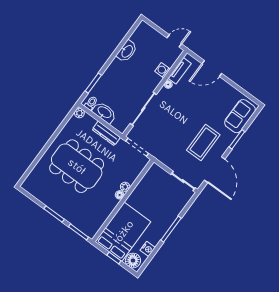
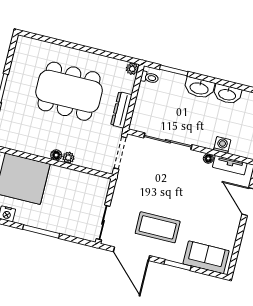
washbasin: (104, 112) -> (199, 88), moved, turned 90
dining table: (77, 166) -> (69, 91), turned 90
door: (215, 170) -> (132, 254), hinge flipped

